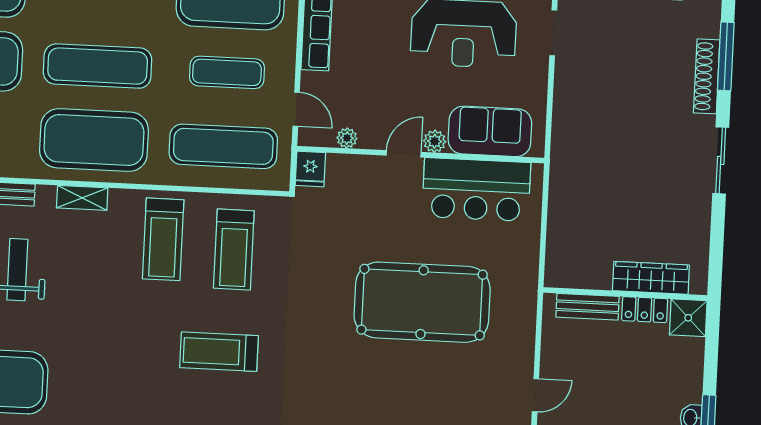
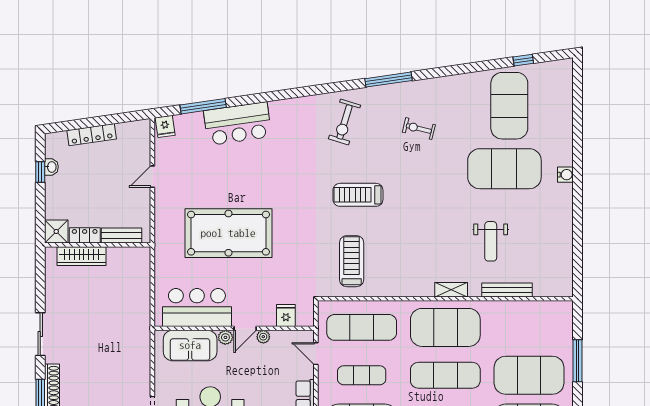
plant: (347, 138) -> (263, 337), moved
fridge: (310, 169) -> (286, 316), moved
treadmill: (163, 239) -> (398, 266), removed
treadmill: (219, 352) -> (358, 195), turned 180

